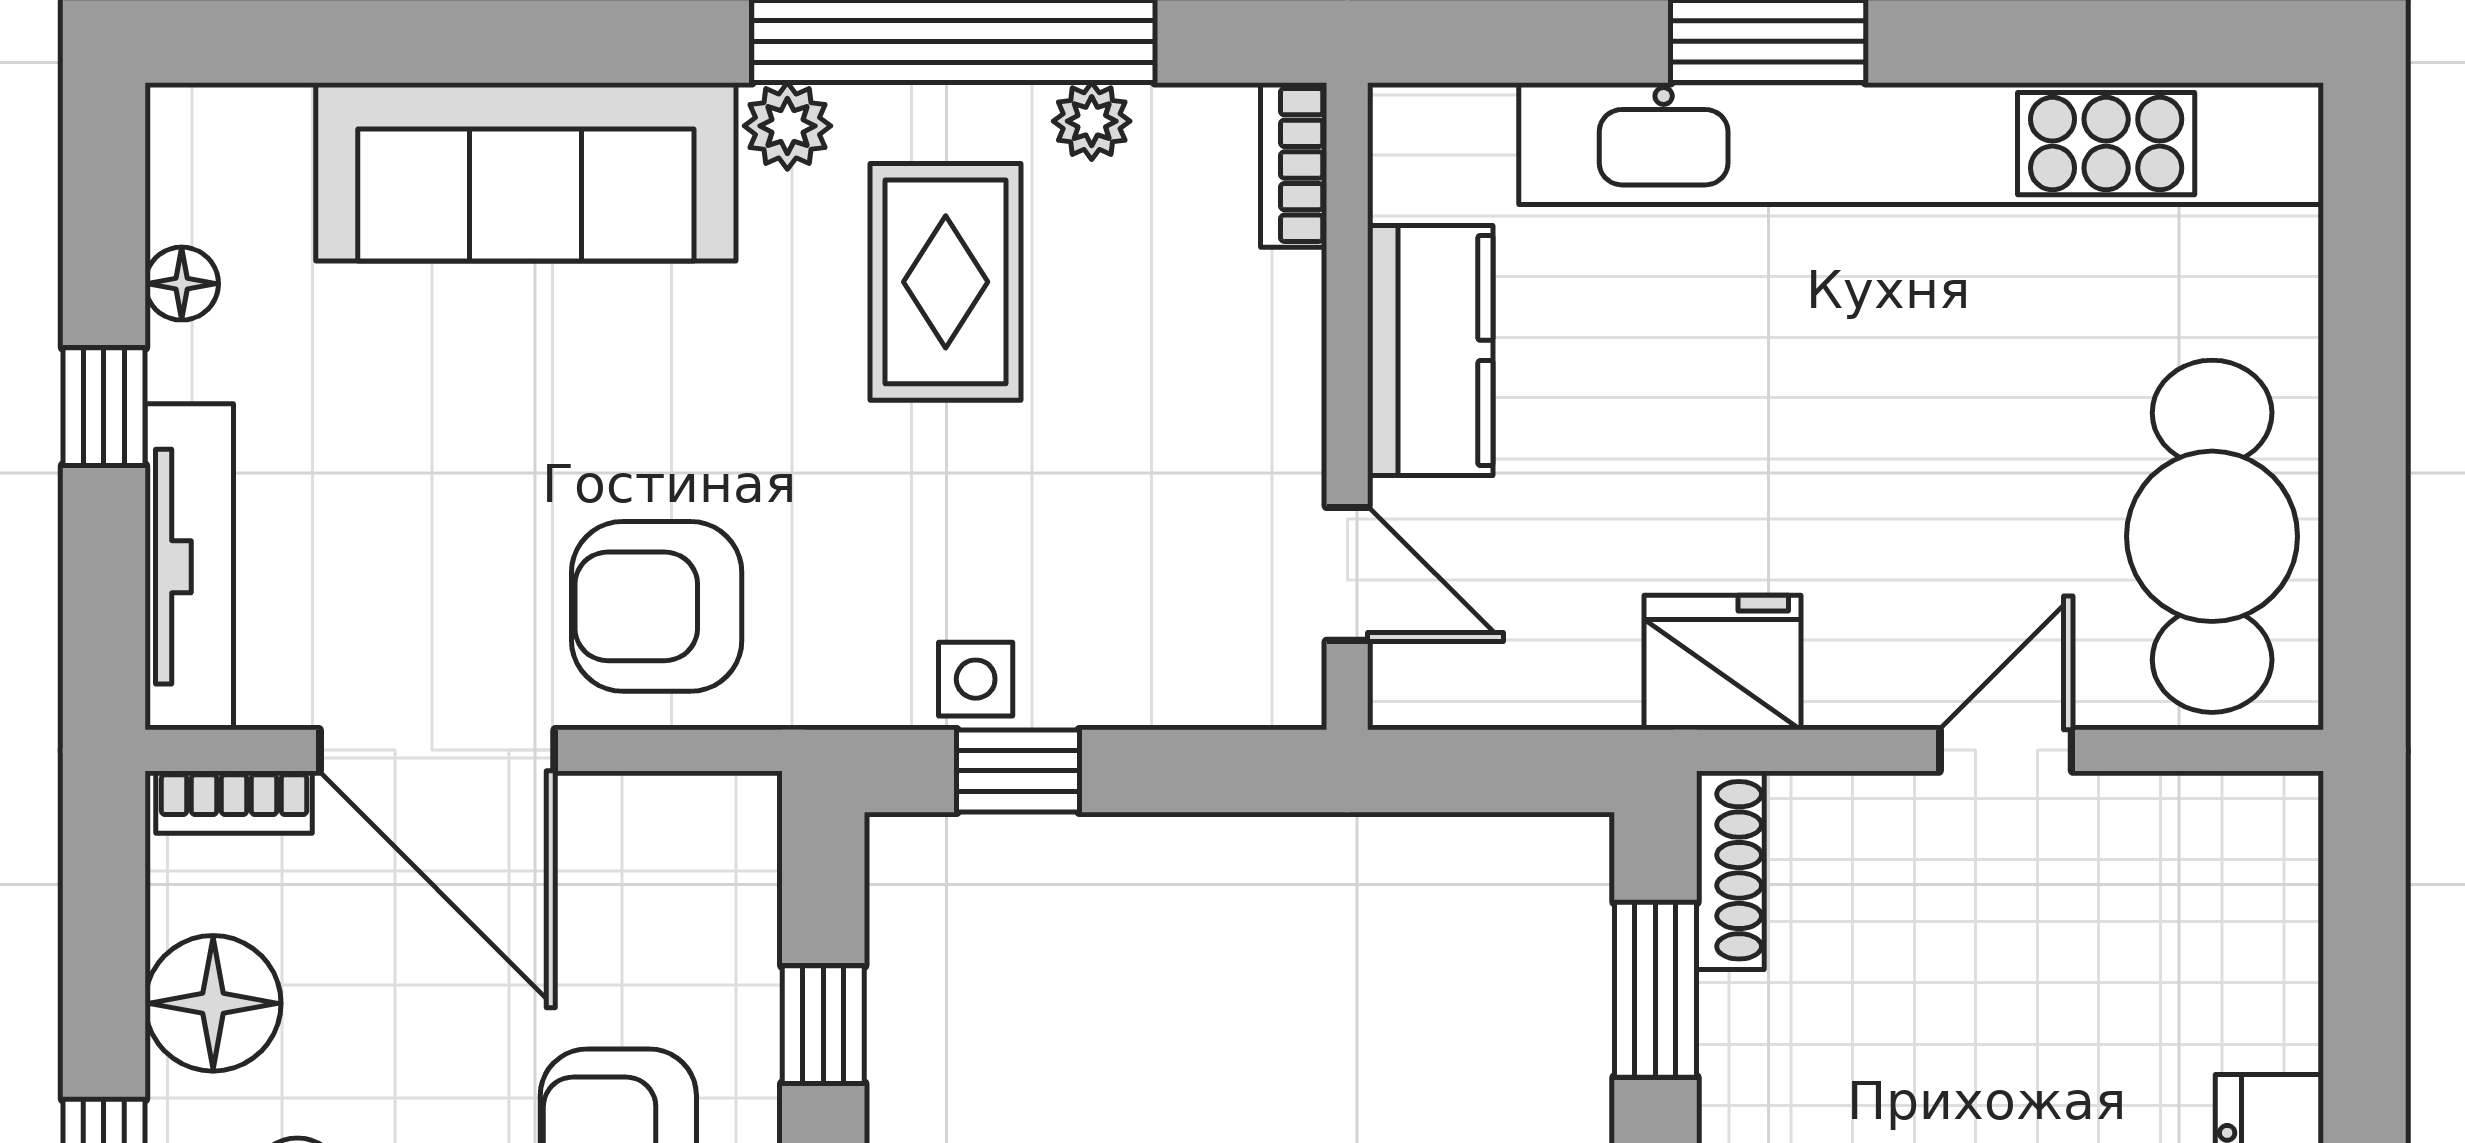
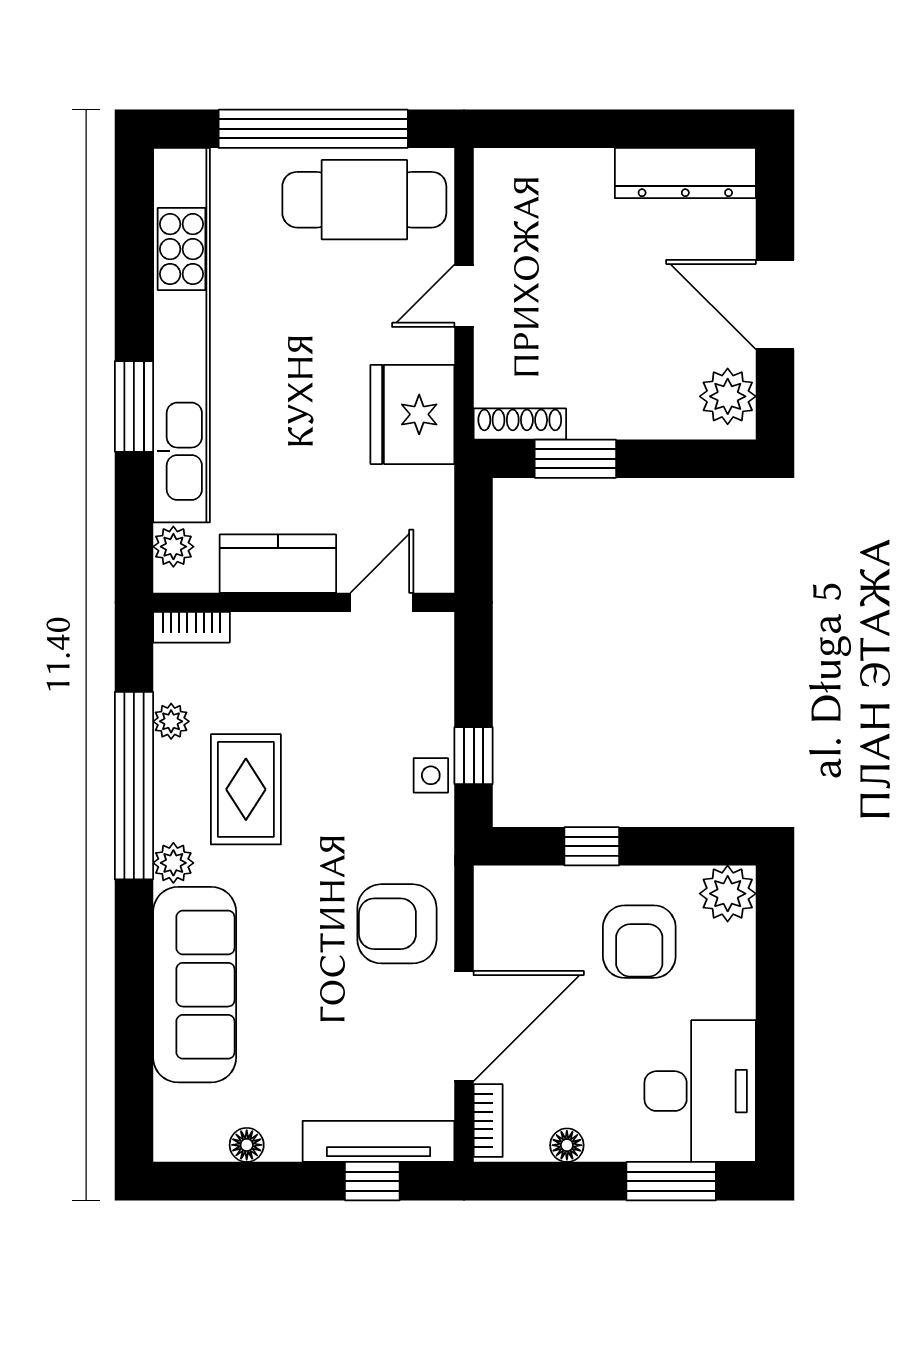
plant: (1467, 126) -> (173, 547), added
rug: (946, 282) -> (246, 789), turned 90
window: (104, 407) -> (372, 1181), moved
window: (2364, 427) -> (313, 129), added
armchair: (657, 606) -> (397, 924), turned 90
fridge: (1723, 662) -> (412, 414), width x1.36, depth x1.34
door: (2006, 750) -> (464, 296), hinge flipped
floor lamp: (213, 1003) -> (567, 1145), width x0.53, depth x0.53

